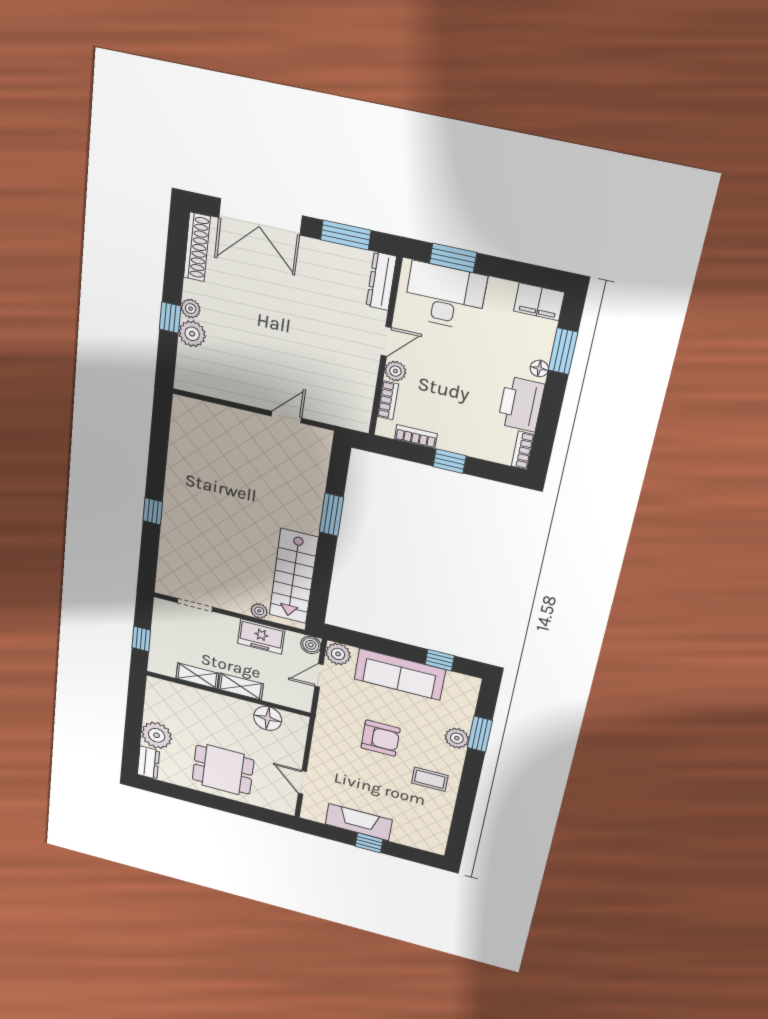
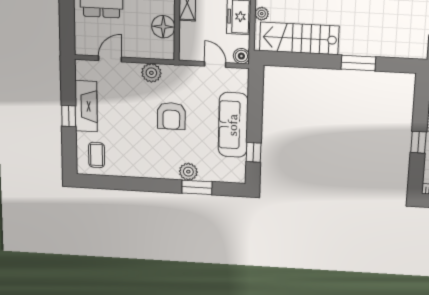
plant: (338, 654) -> (151, 73), moved
coffee table: (430, 779) -> (96, 155), moved

